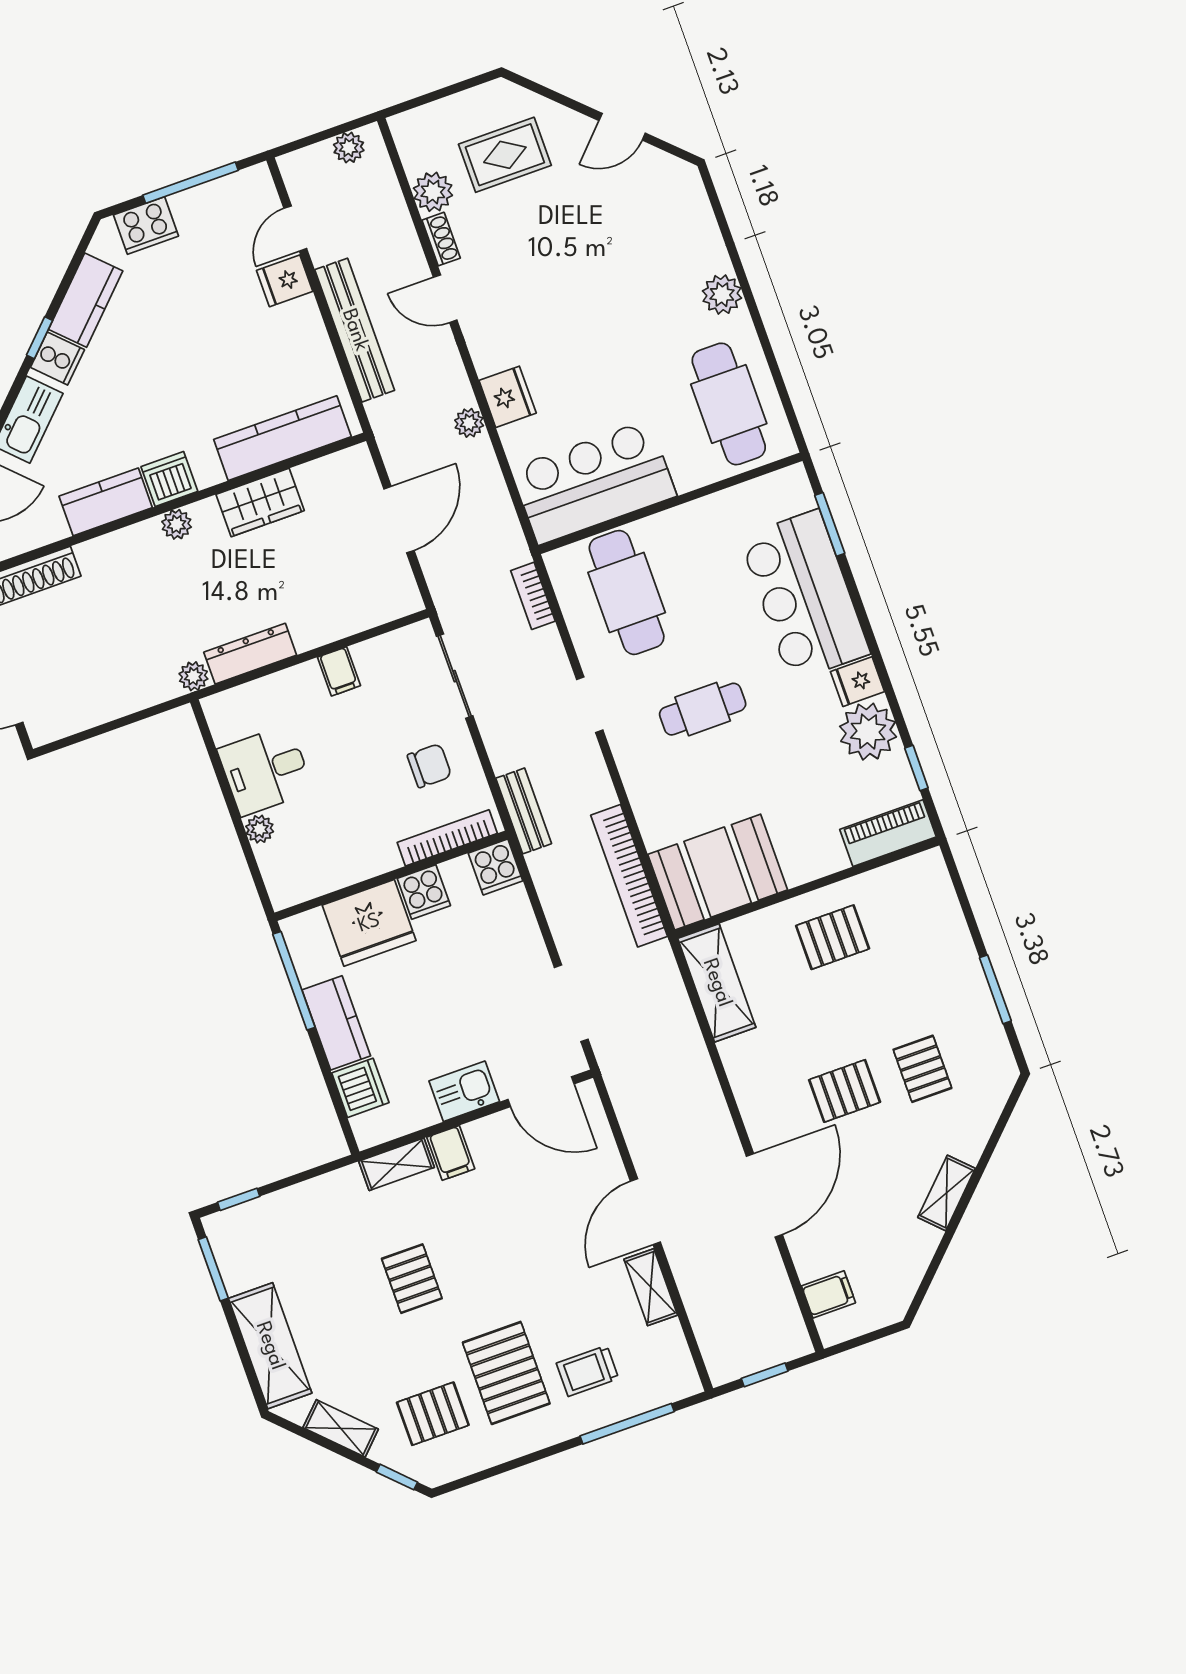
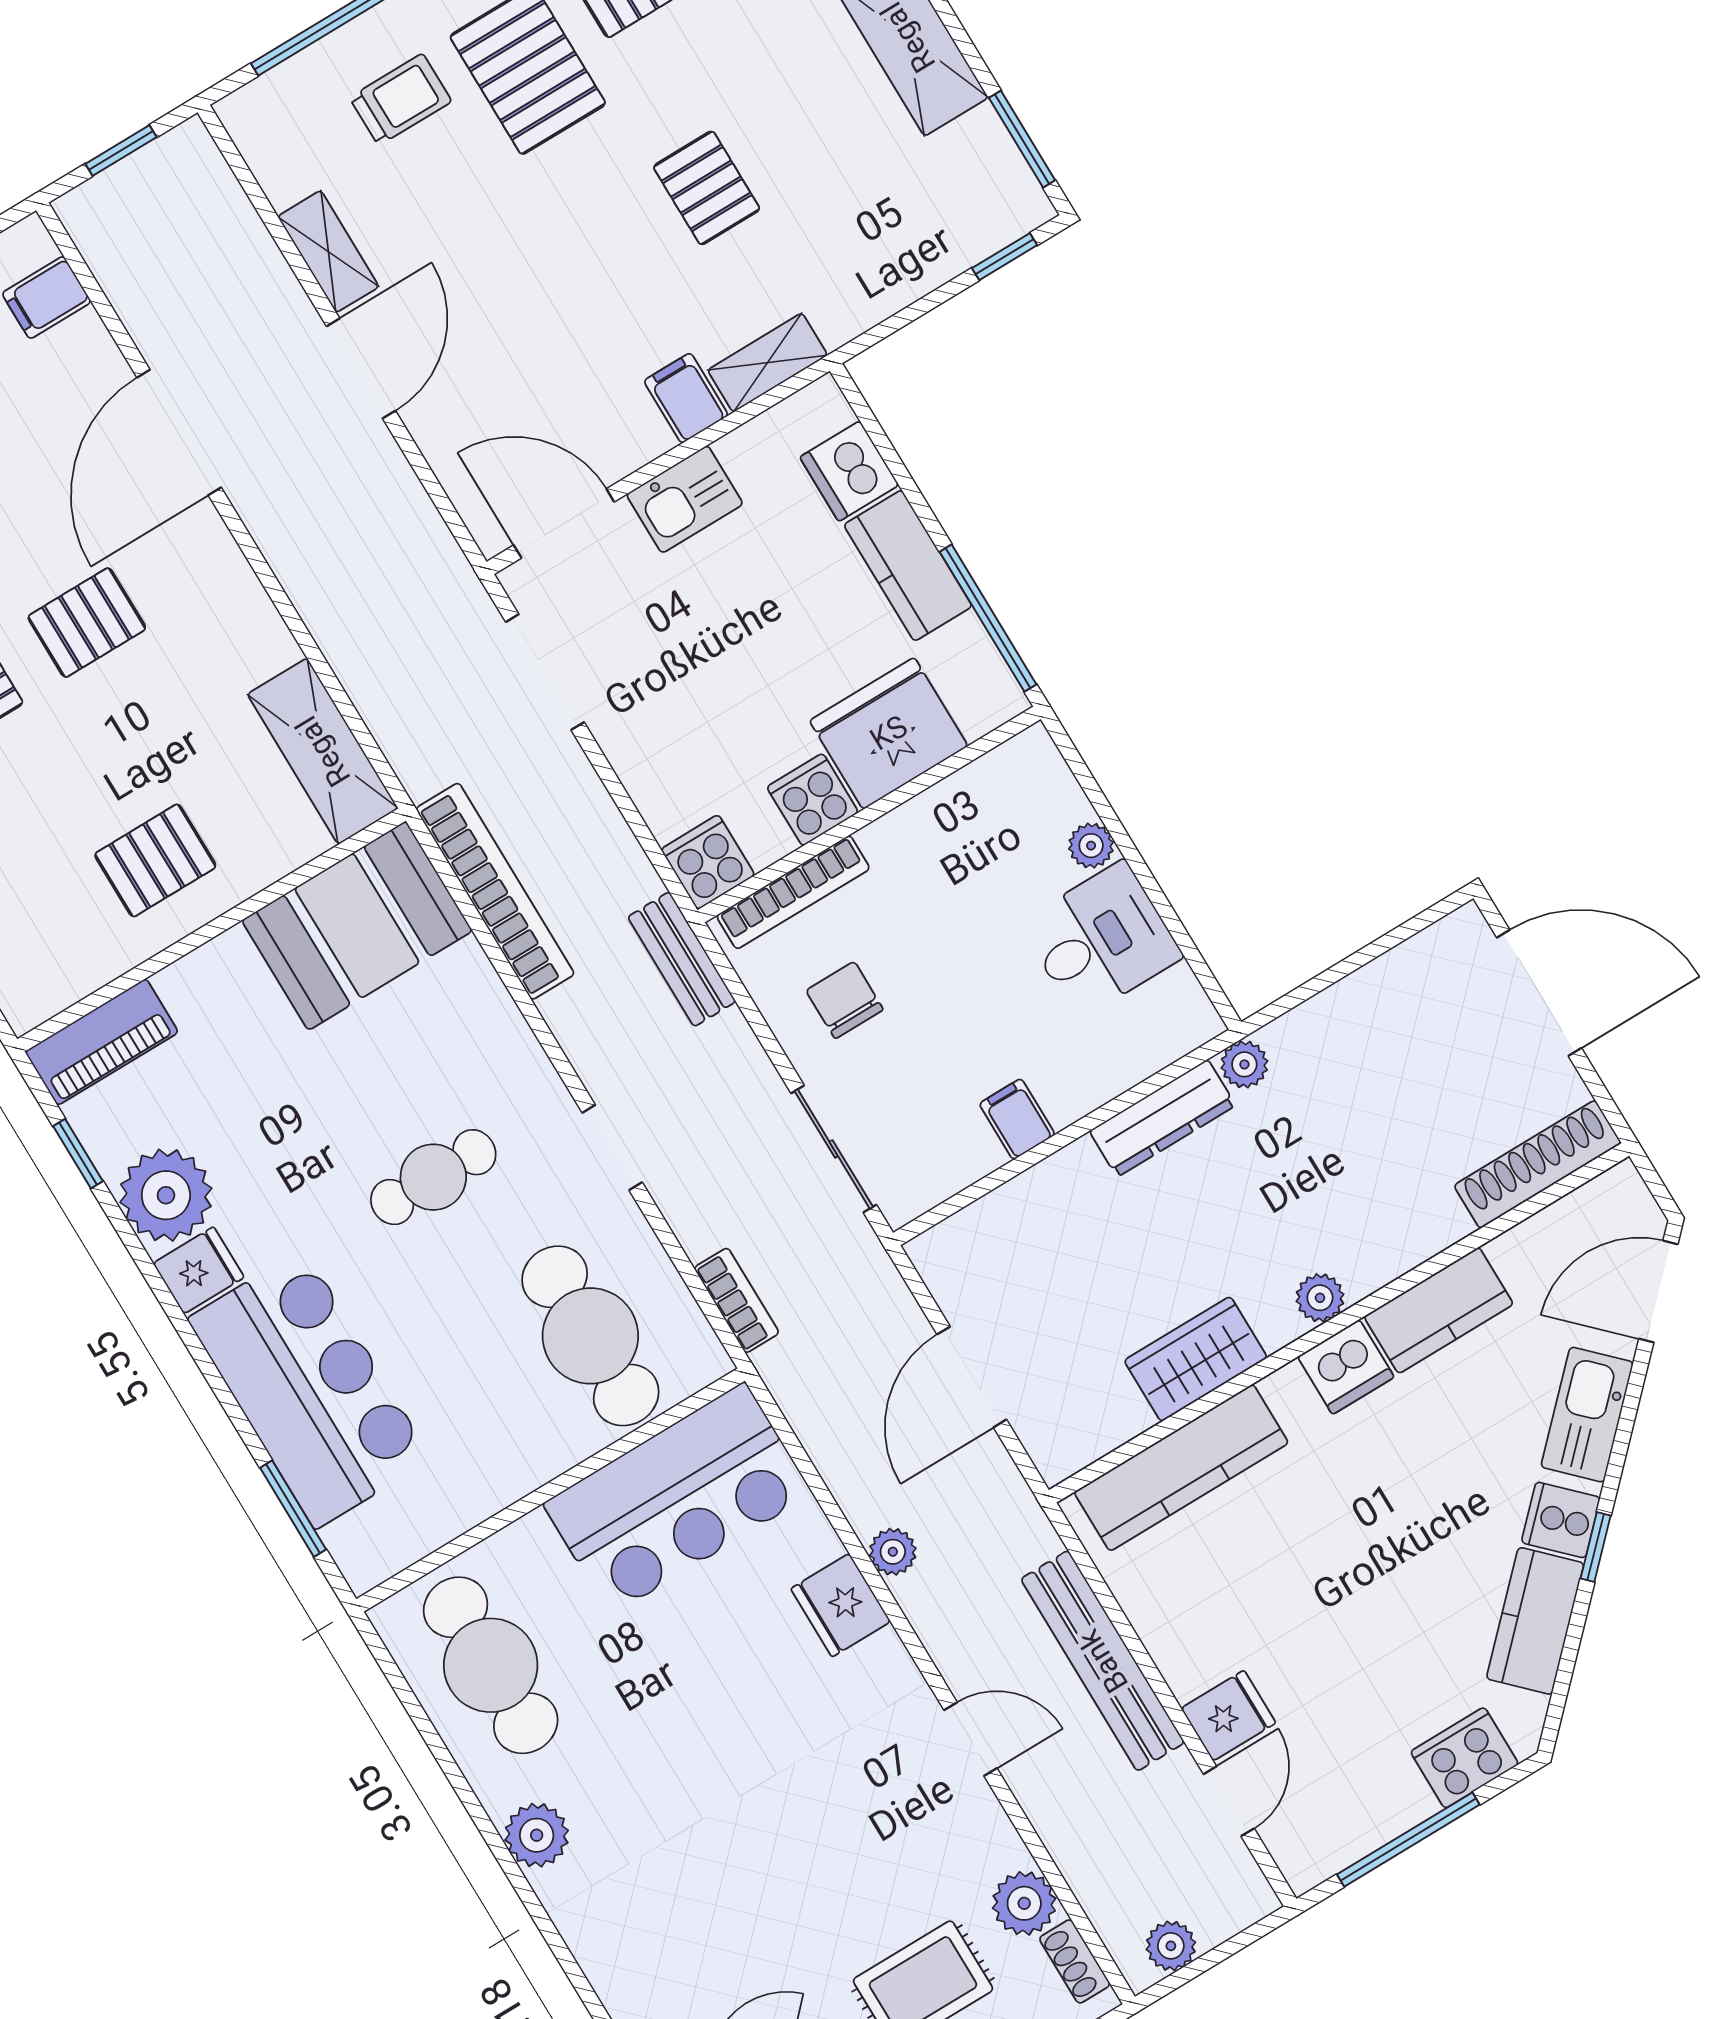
shoe rack: (441, 239) -> (1075, 1961), moved
chair: (429, 766) -> (845, 1000), turned 90

